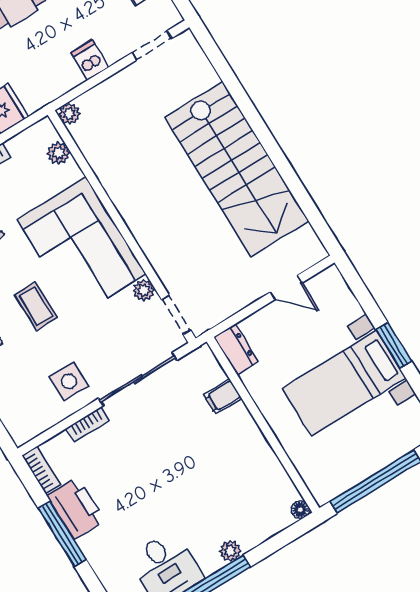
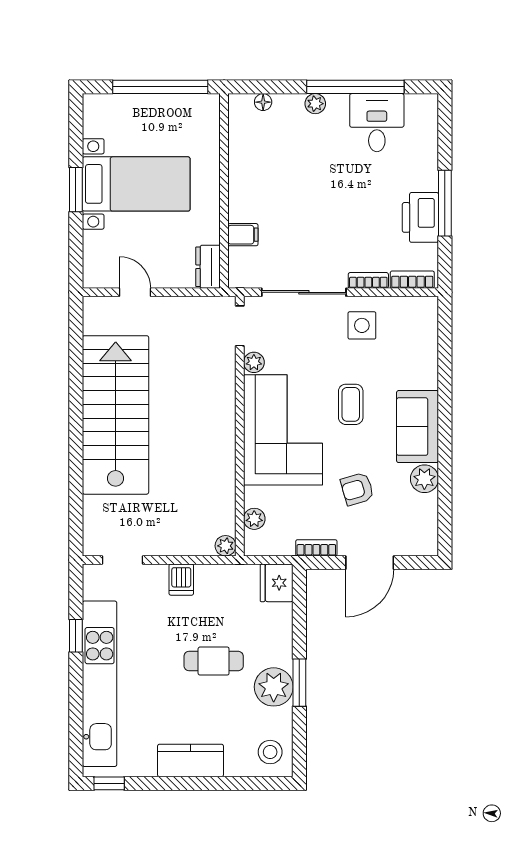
bookcase: (41, 470) -> (412, 280), moved, turned 90
floor lamp: (300, 510) -> (263, 102), moved

